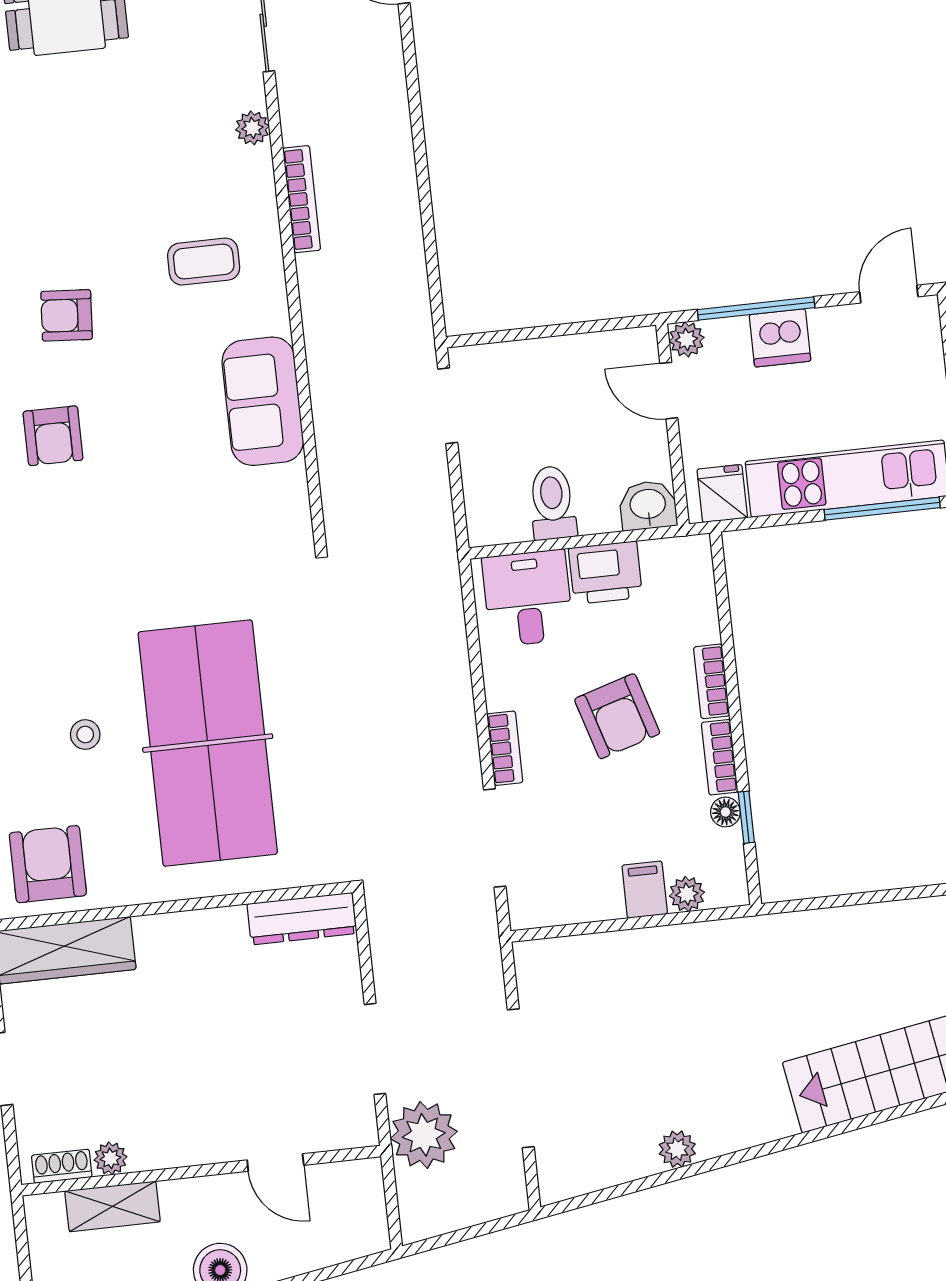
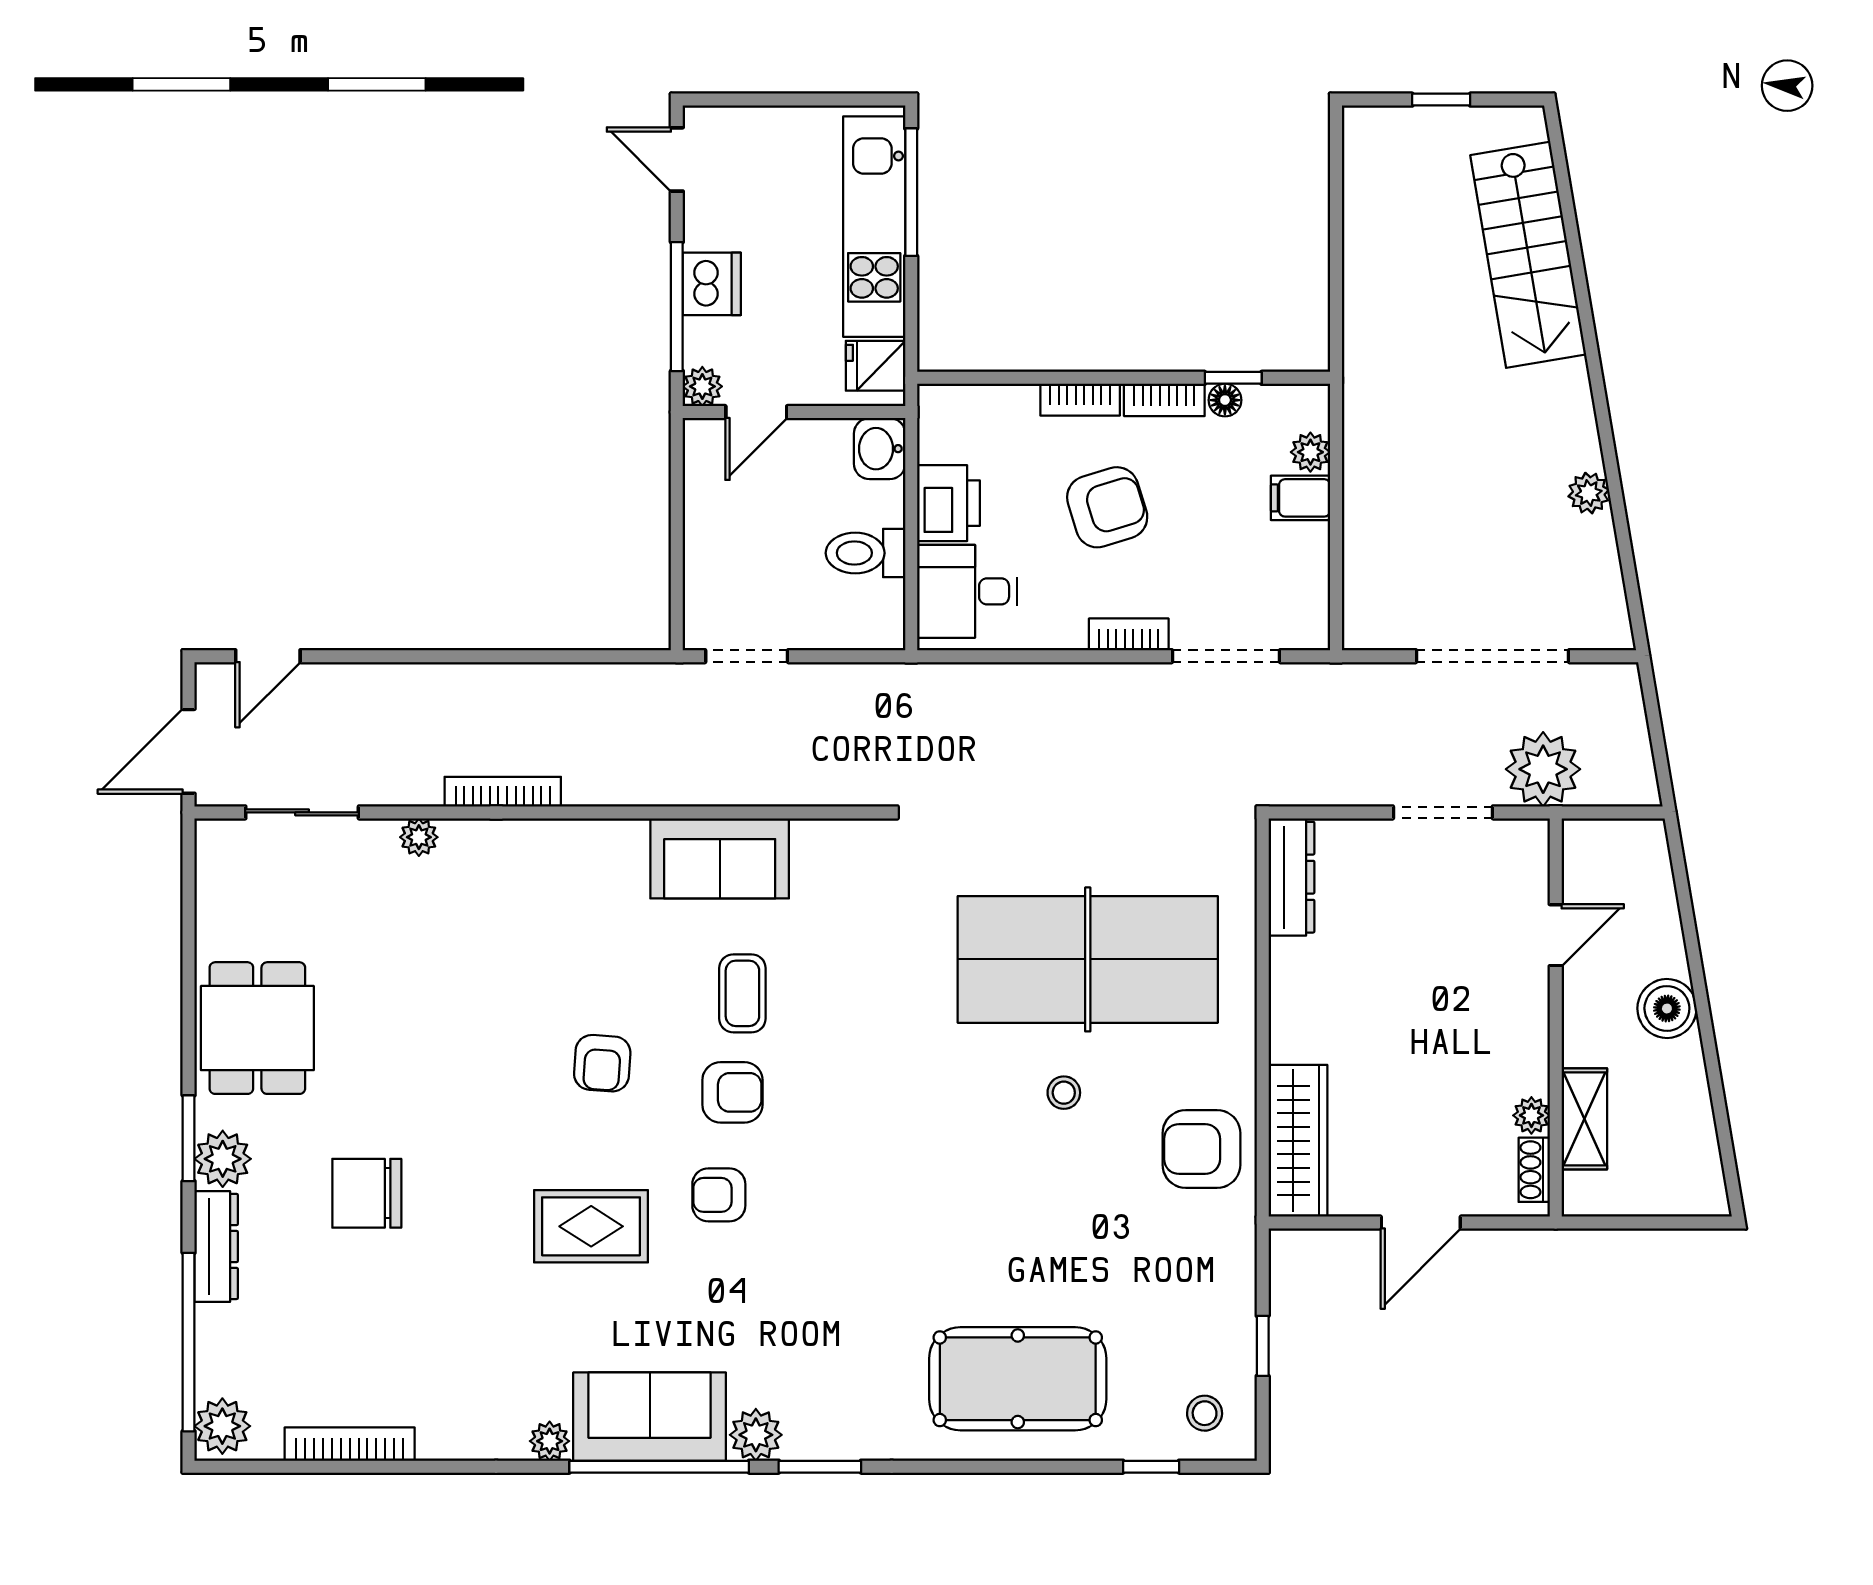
coffee table: (204, 262) -> (742, 993), moved

